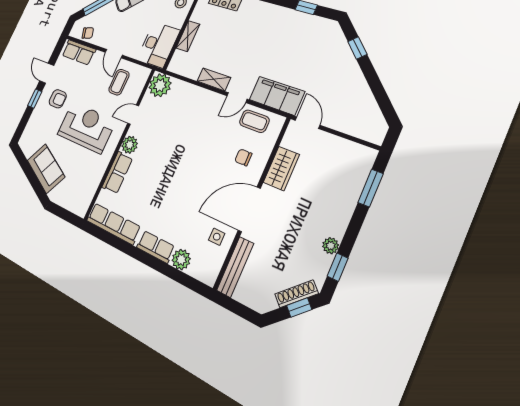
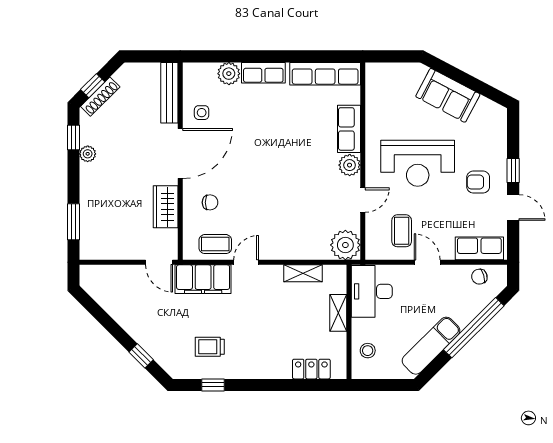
trolley: (295, 39) -> (210, 347), added
shelving: (214, 79) -> (303, 273), moved

